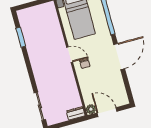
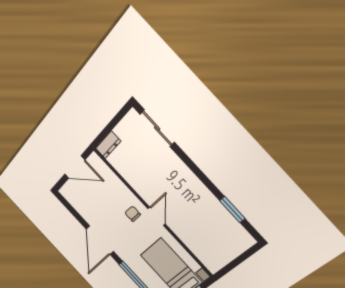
door: (70, 55) -> (156, 216), swing flipped
plant: (91, 109) -> (94, 160), removed

